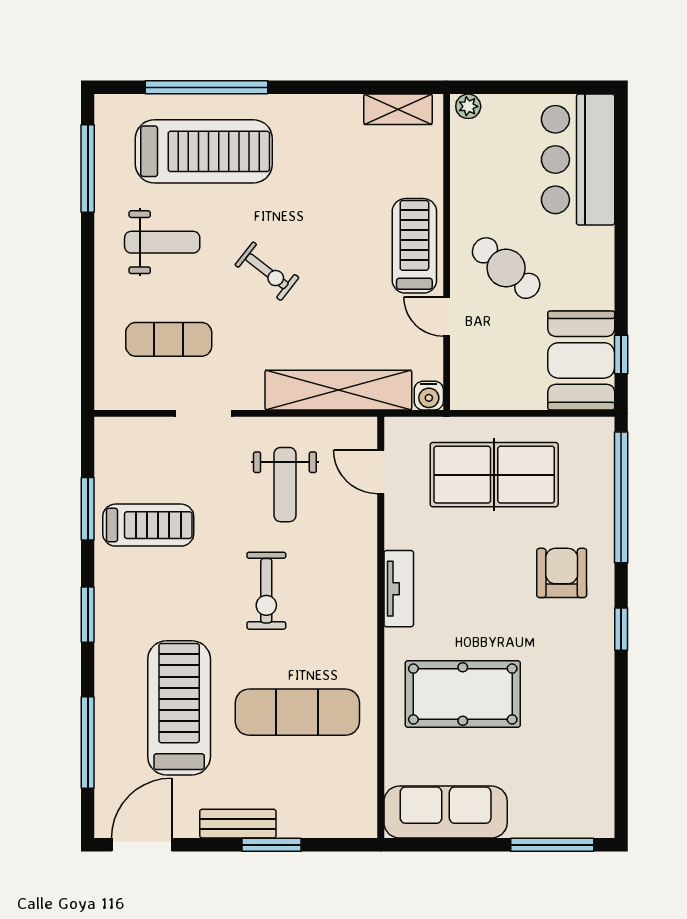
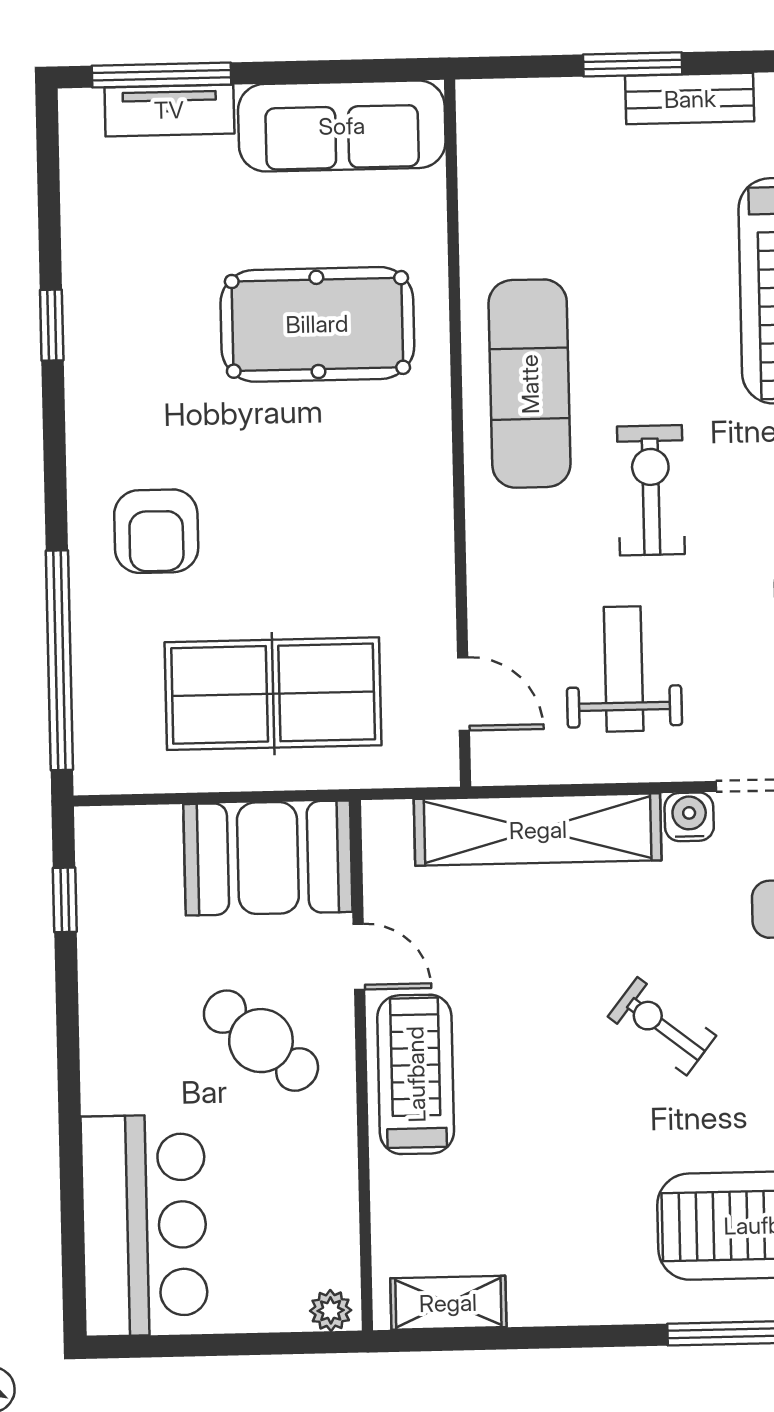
treadmill: (414, 246) -> (416, 1074), turned 180
booth: (581, 360) -> (268, 858), moved, turned 90
water cooler: (429, 396) -> (689, 817), moved
tv unit: (399, 589) -> (169, 110), moved, turned -90
window: (621, 629) -> (52, 325), moved
exercise mat: (297, 712) -> (530, 384), moved, turned 90

